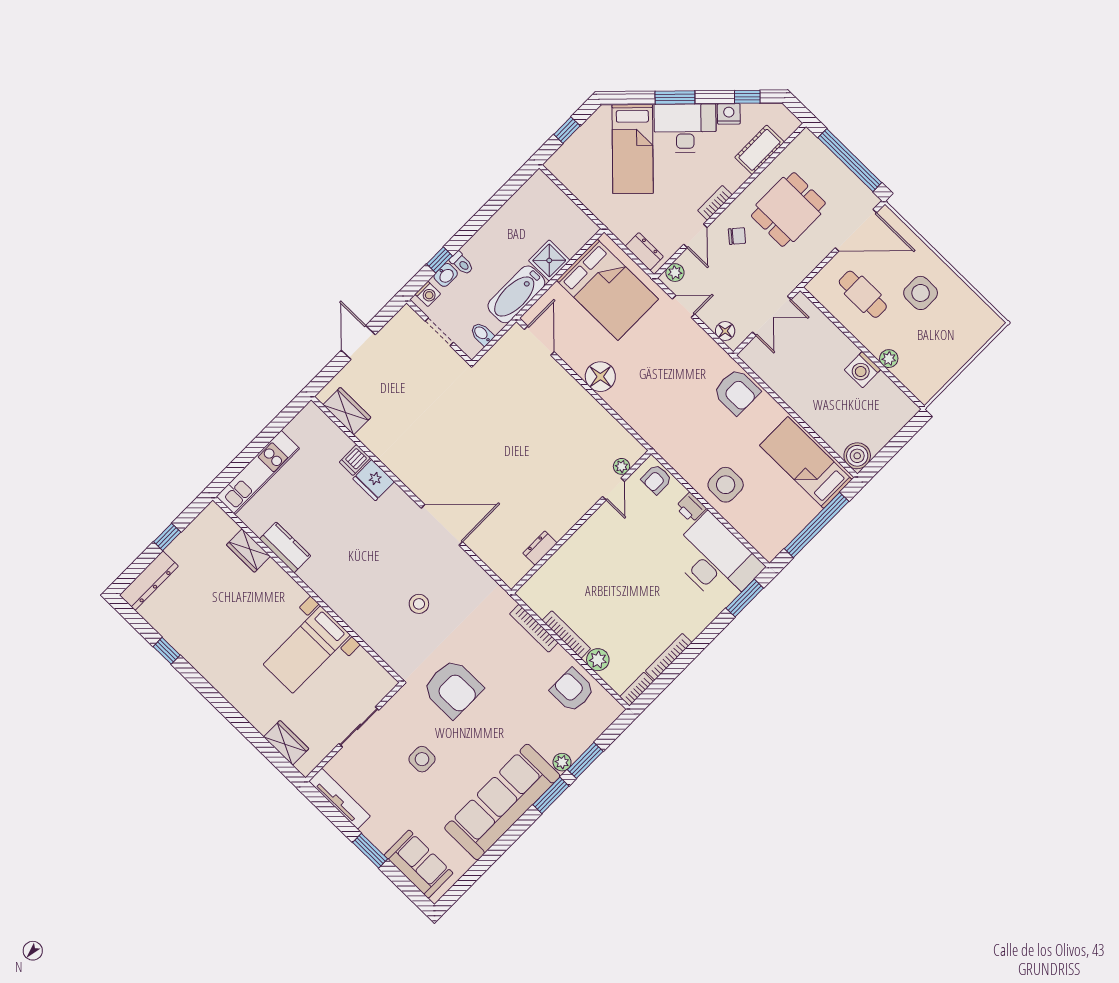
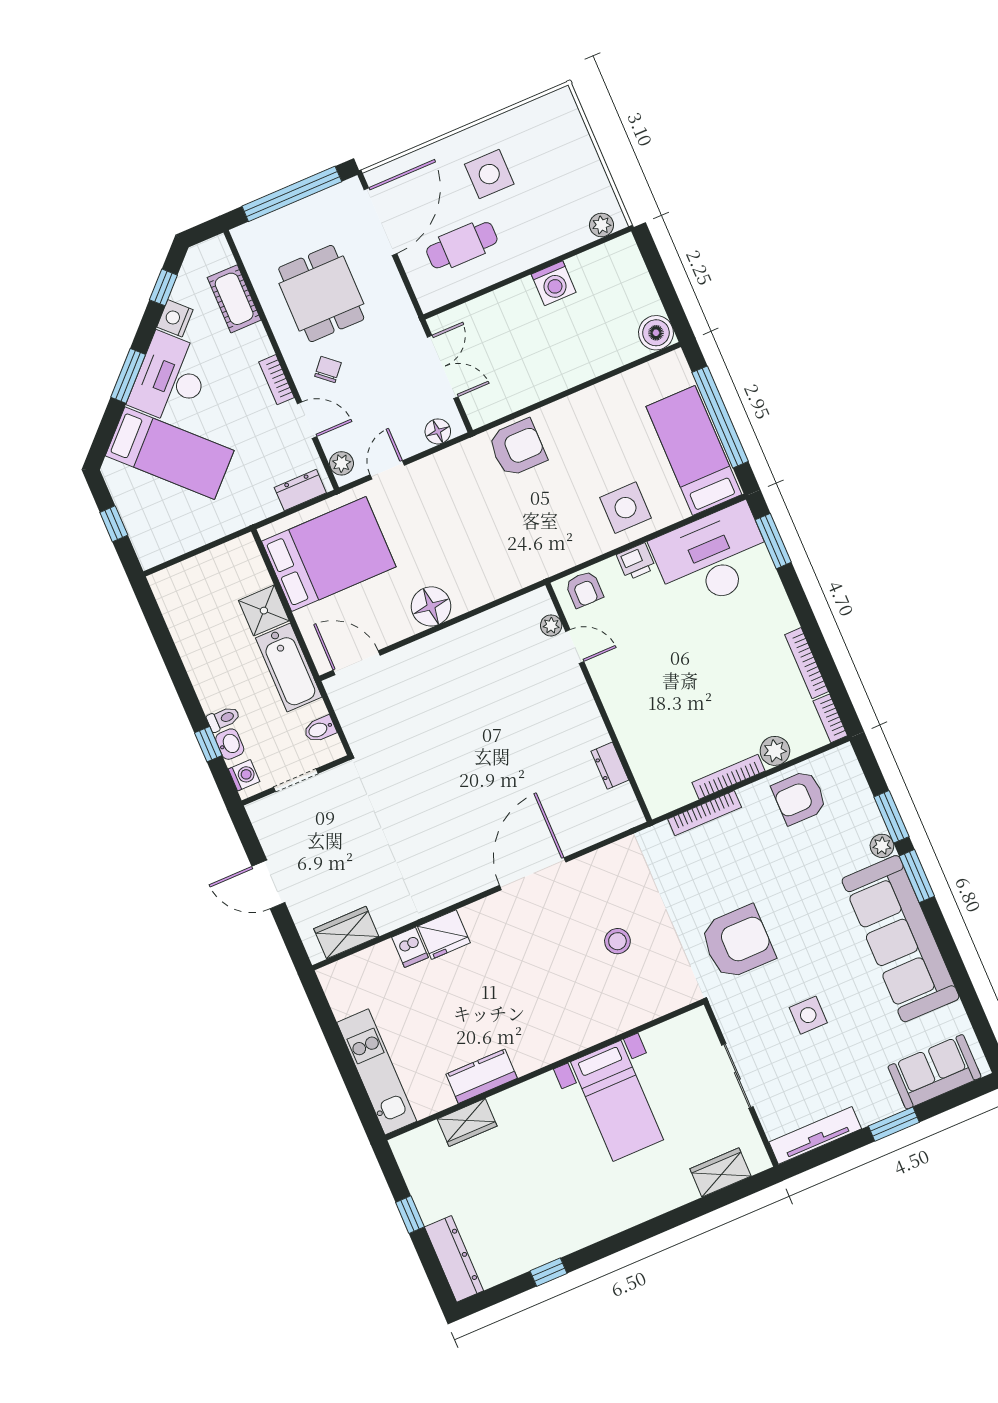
plant: (889, 359) -> (602, 225), moved
bed: (806, 463) -> (694, 451), moved, turned 90

